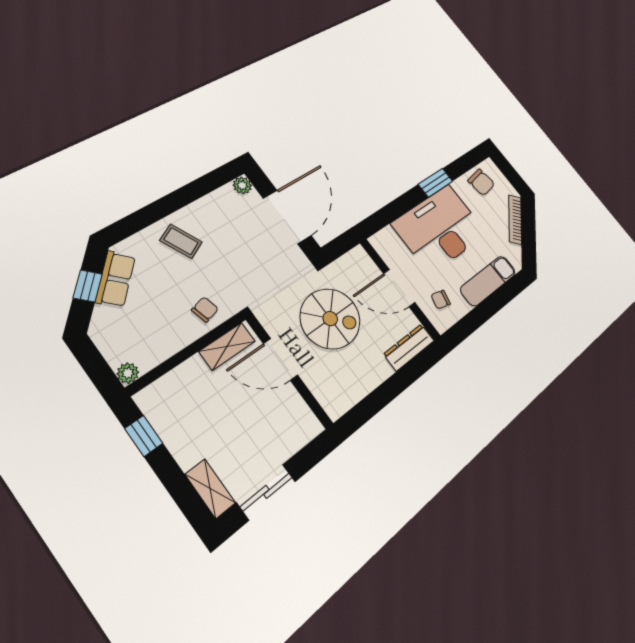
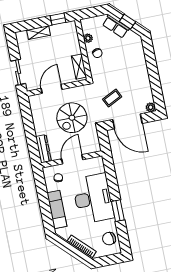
coffee table: (181, 241) -> (112, 98), moved
row of seats: (115, 279) -> (116, 26), moved
chair: (205, 309) -> (97, 53), moved
door: (280, 359) -> (52, 89), moved
plant: (128, 373) -> (88, 38), moved
shelving: (210, 489) -> (39, 33), moved
sliding door: (266, 492) -> (18, 72), moved

